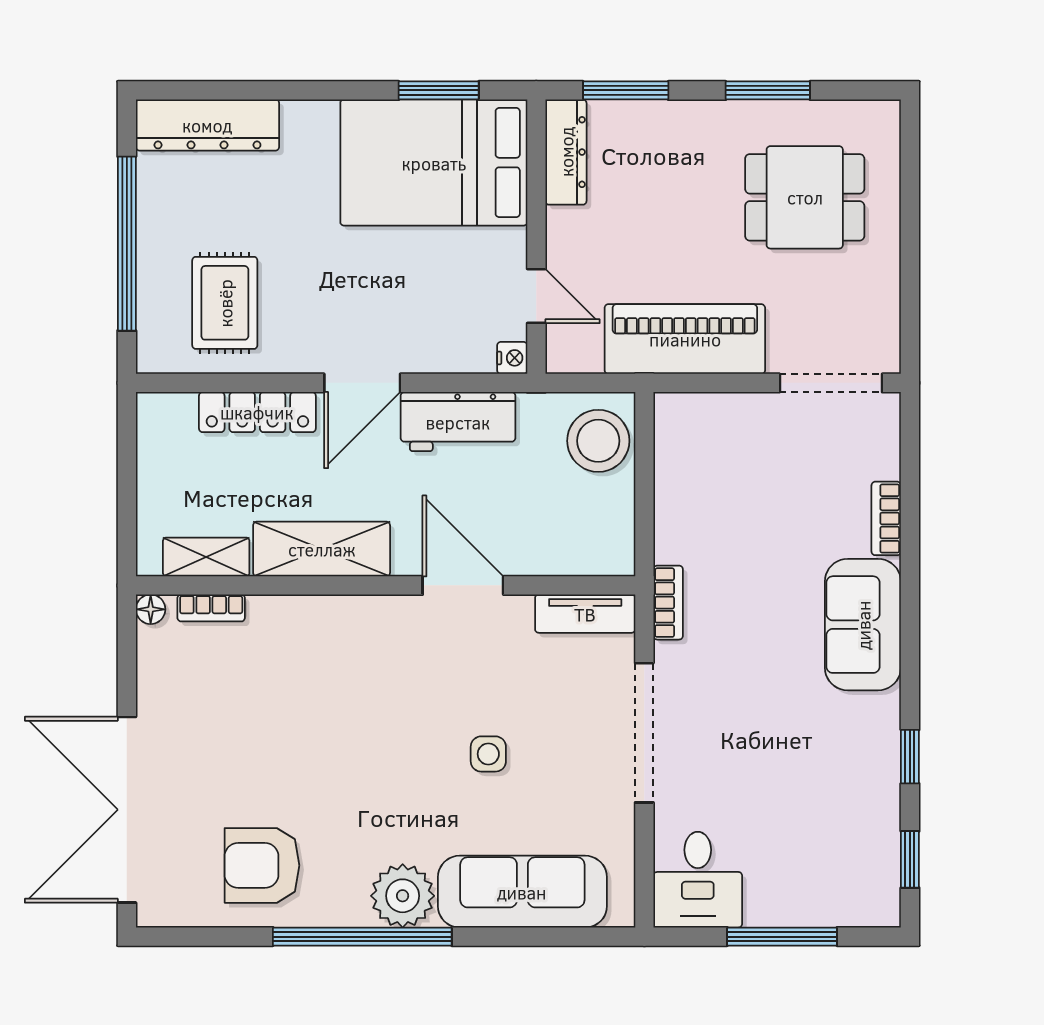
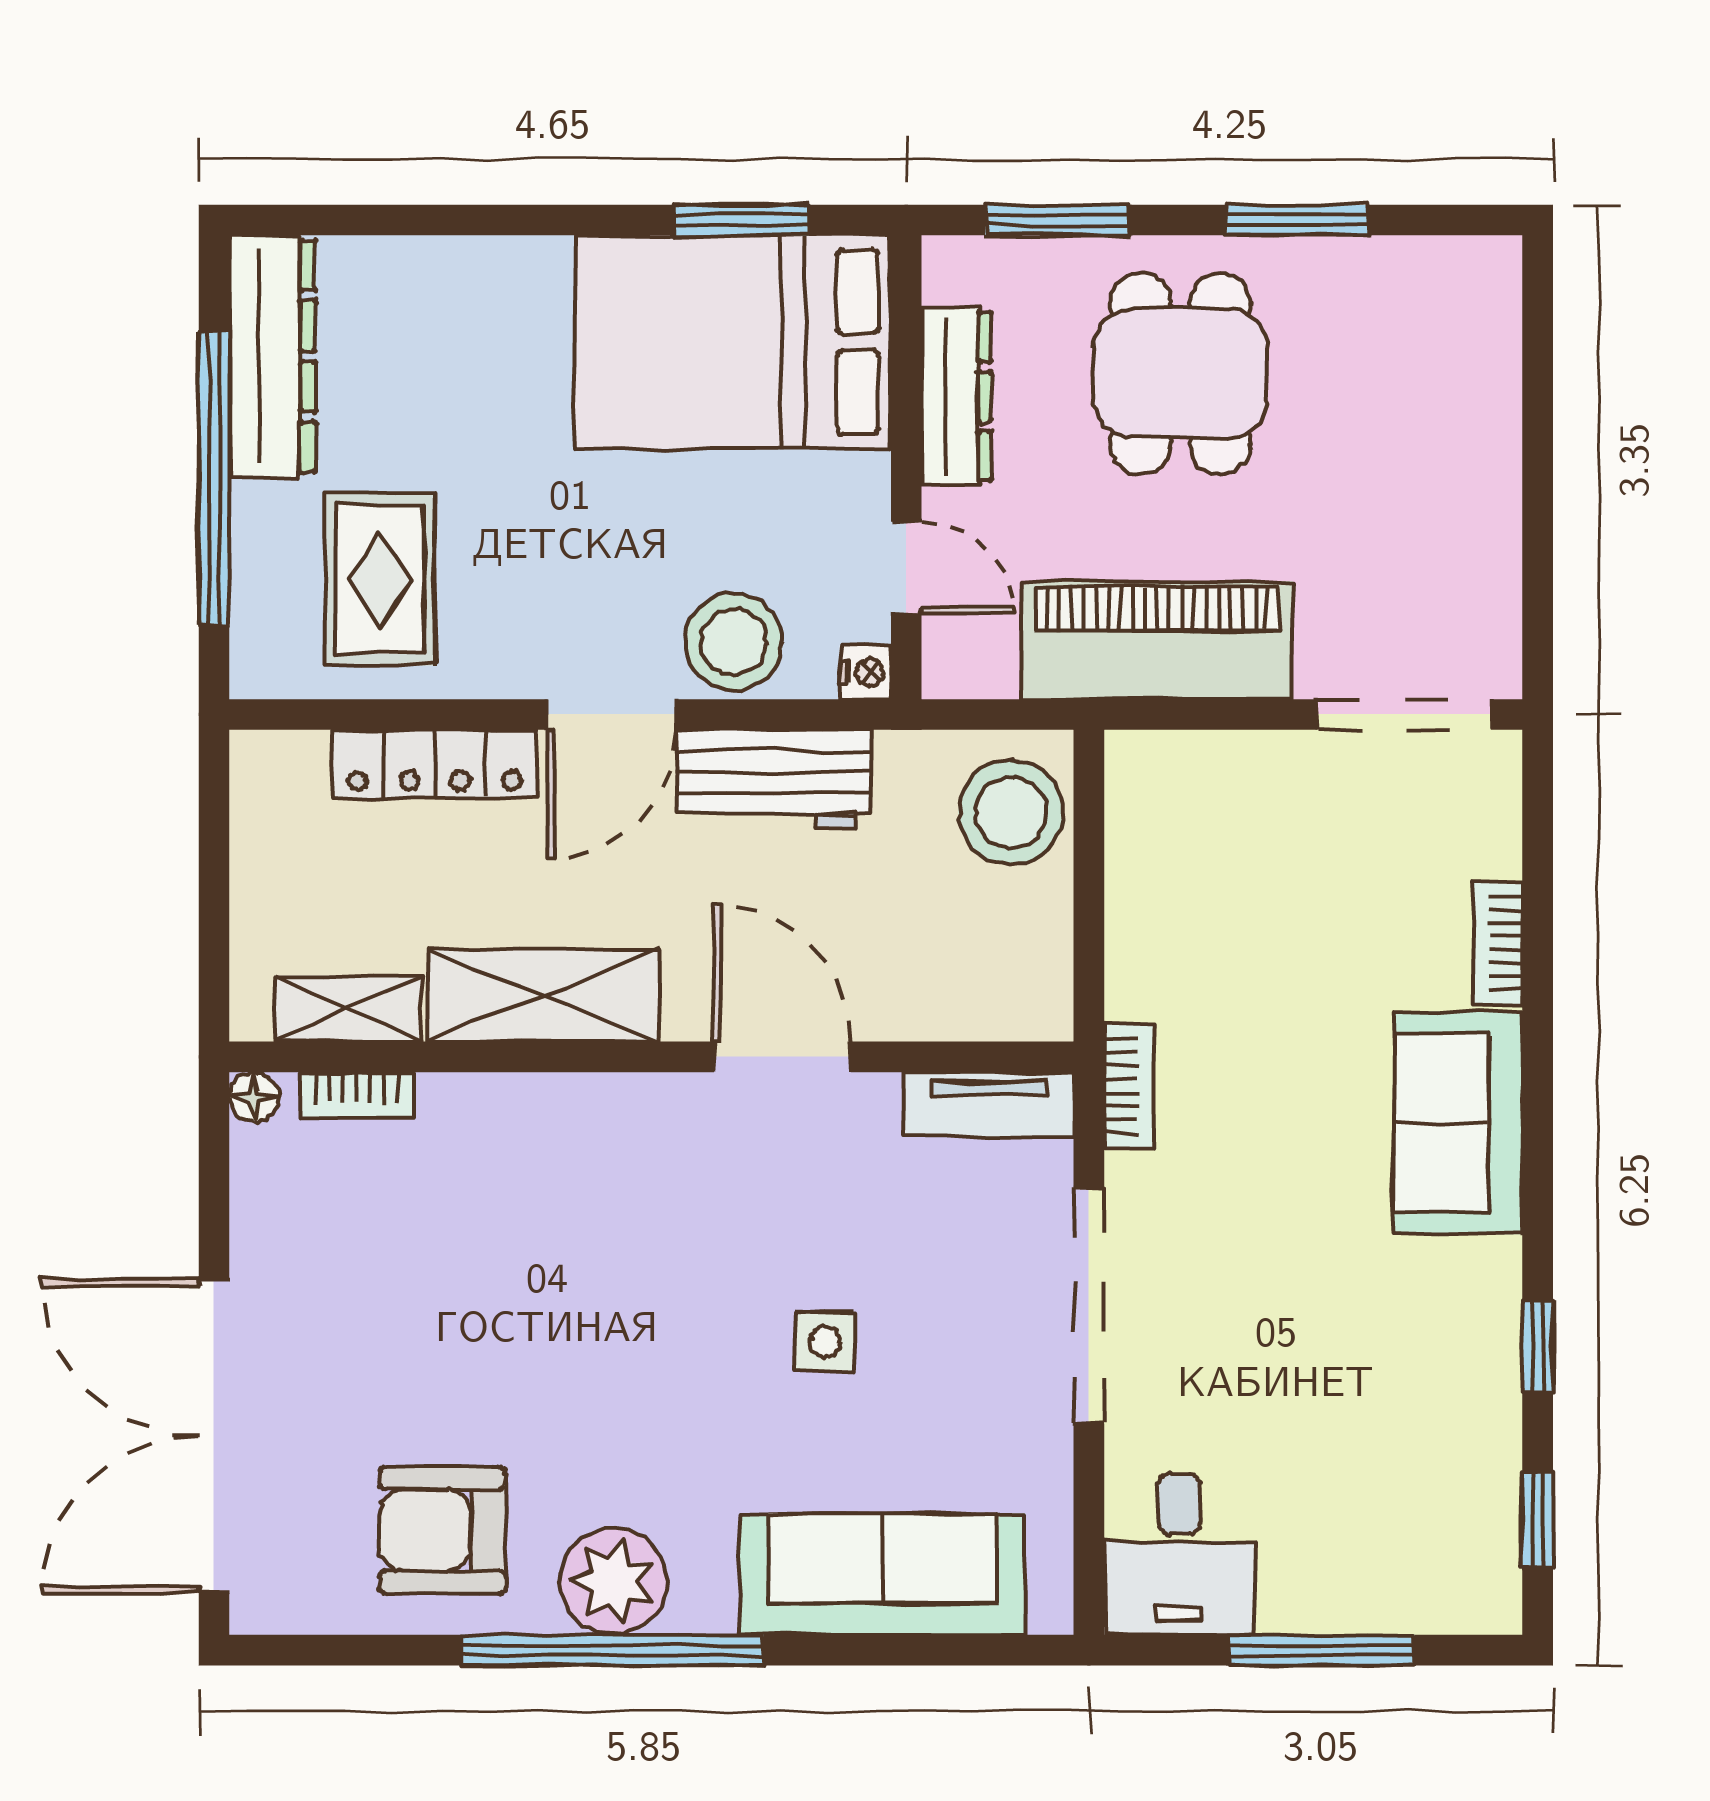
dresser: (207, 125) -> (272, 356), moved, turned -90
dresser: (566, 152) -> (956, 397), moved
dining table: (805, 197) -> (1180, 373), moved, turned 90
stool: (434, 340) -> (734, 642), added
plant: (403, 896) -> (614, 1581), moved

